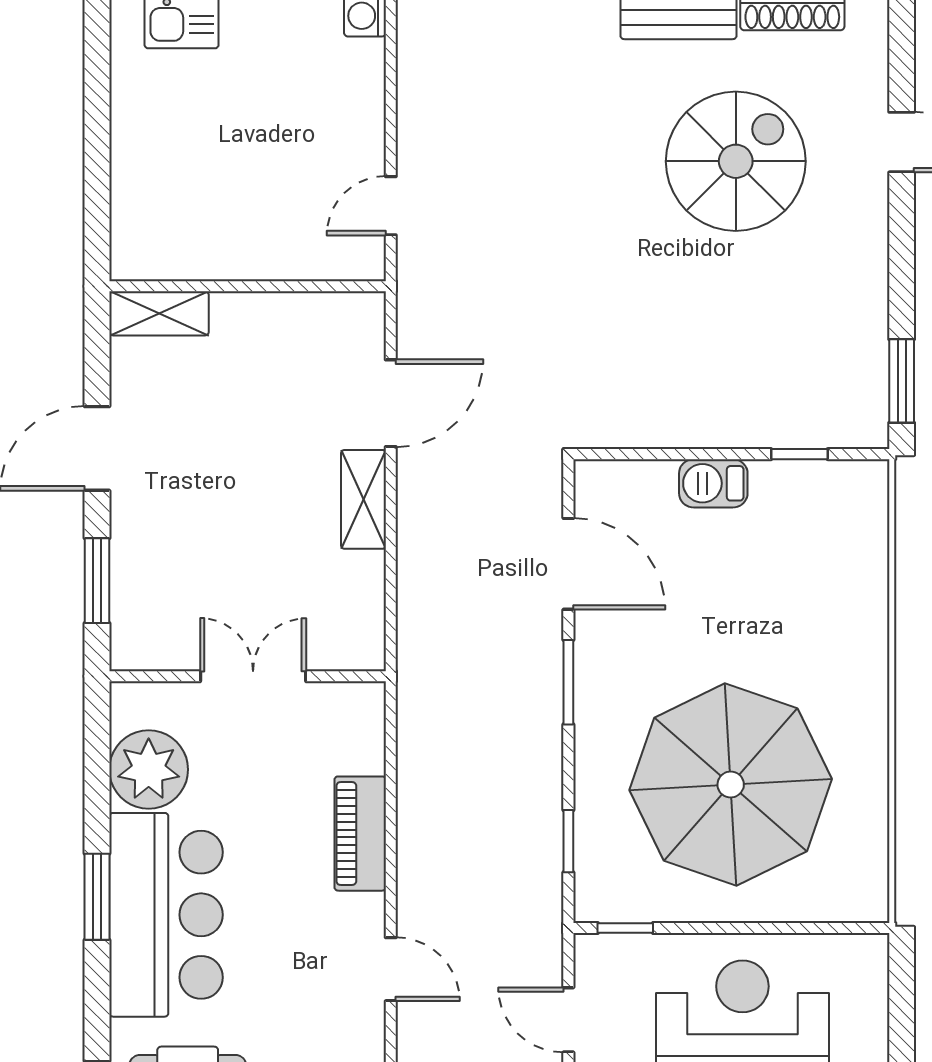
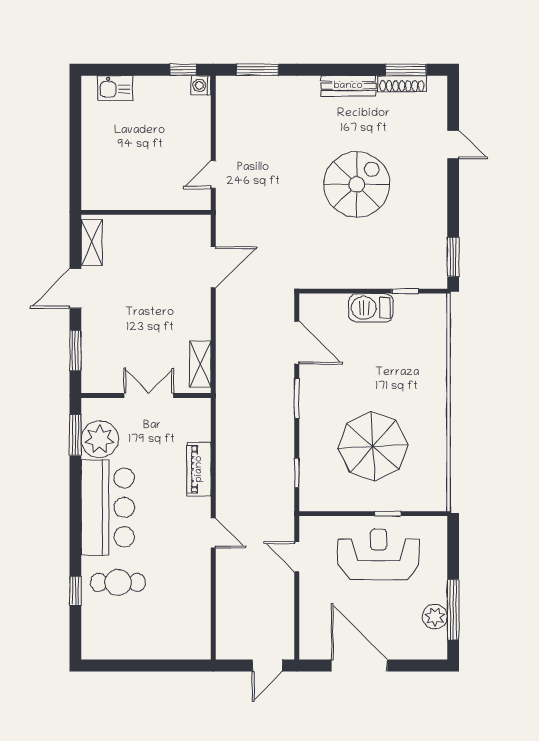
spiral stairs: (736, 161) -> (357, 184), moved
shelving: (159, 313) -> (92, 242), moved, turned 90
barbecue: (713, 483) -> (371, 308), width x1.38, depth x1.27
shelving: (363, 499) -> (200, 364), moved
parasol: (731, 784) -> (373, 446), width x0.73, depth x0.73
window: (97, 897) -> (75, 435), moved
window: (625, 928) -> (388, 514), moved

